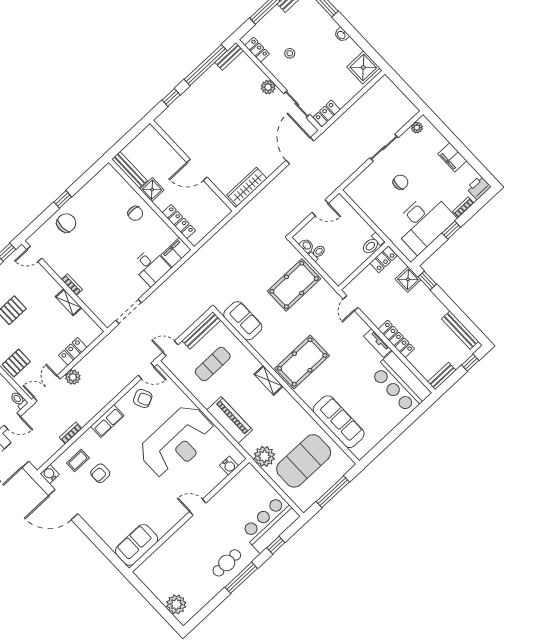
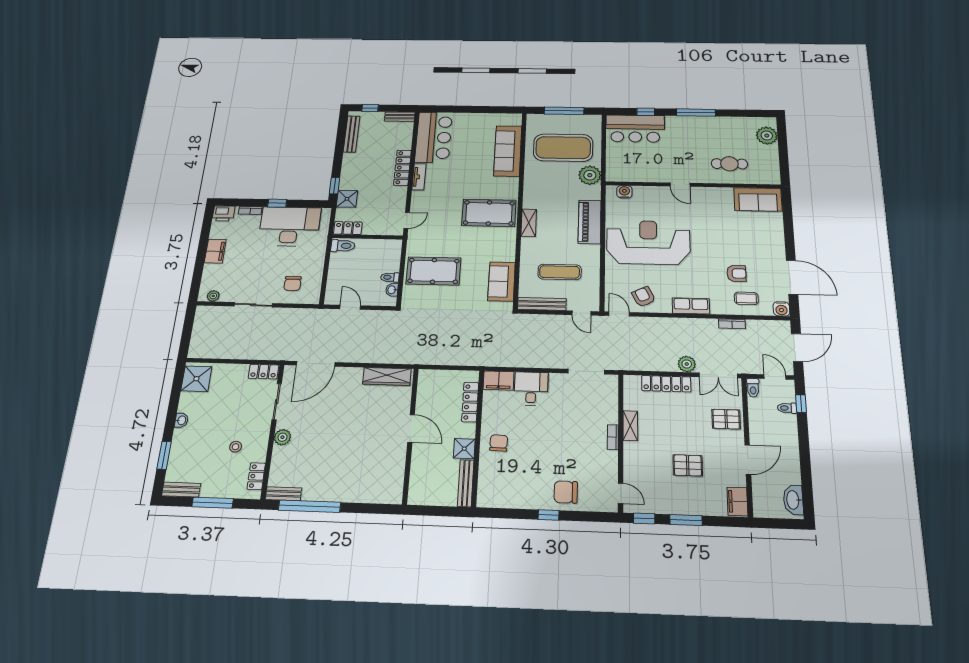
window: (171, 97) -> (367, 508), removed
chair: (401, 182) -> (293, 283), moved, turned -90
locker: (73, 351) -> (666, 384), width x1.53
cafe table: (227, 563) -> (729, 164), moved

